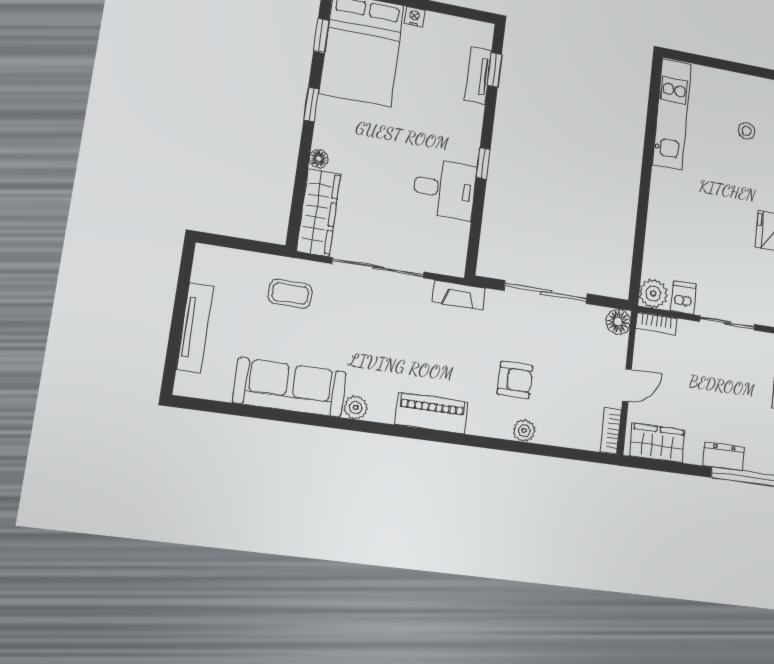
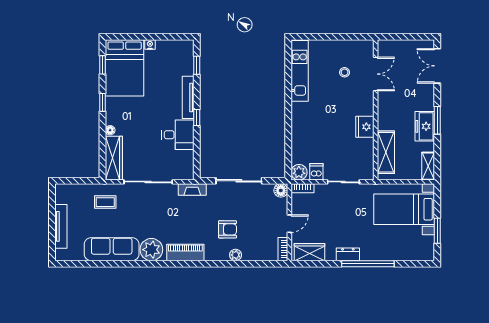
tv unit: (478, 76) -> (188, 97), moved, width x1.41
plant: (356, 407) -> (151, 250), width x1.88, depth x1.88

